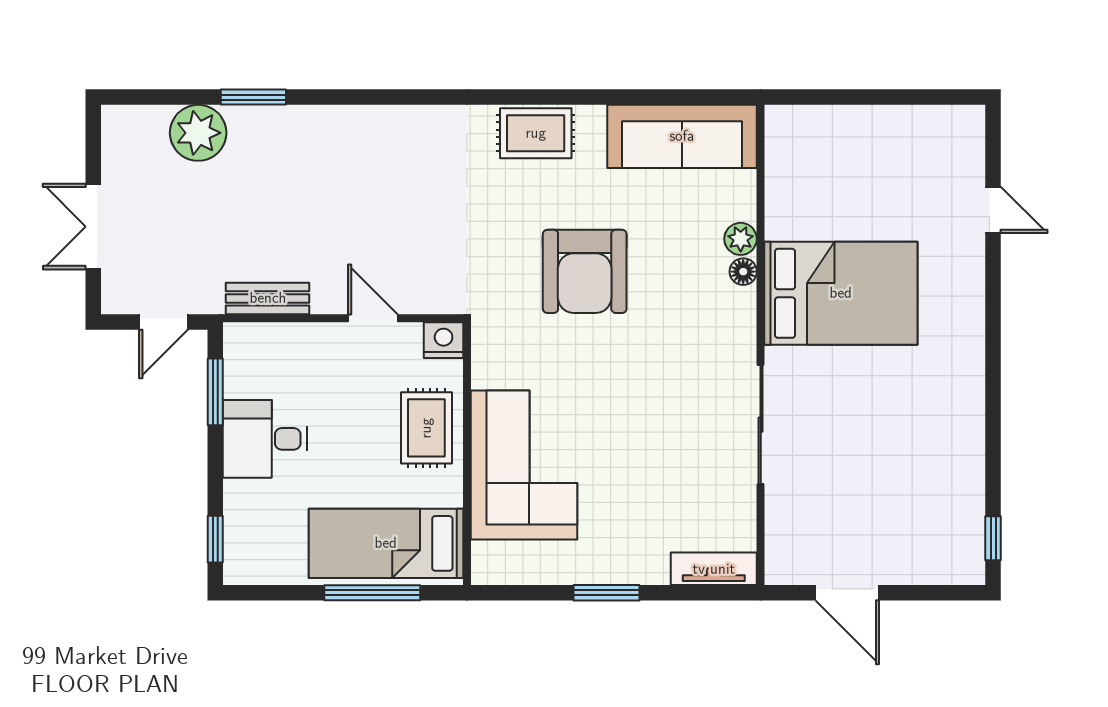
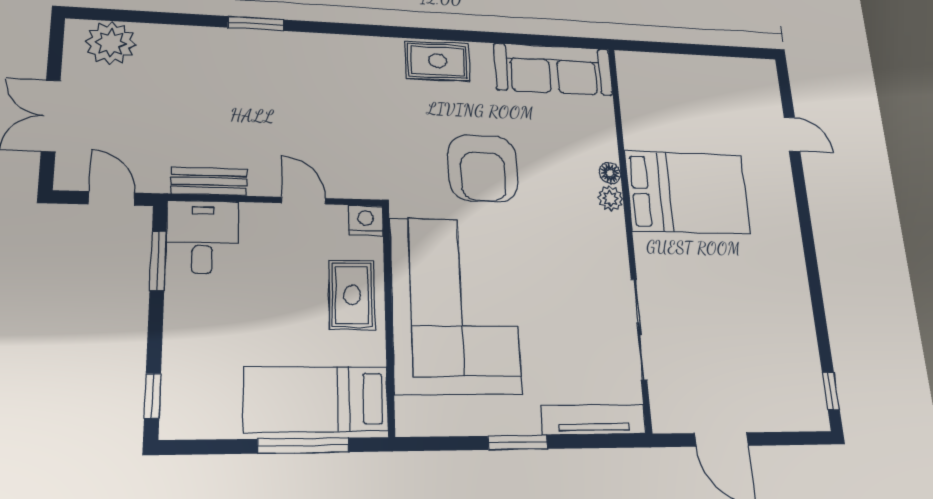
window: (253, 97) -> (256, 24), moved
plant: (198, 133) -> (111, 43), moved
plant: (741, 239) -> (610, 198), moved
door: (163, 322) -> (112, 198), swing flipped
sliding door: (761, 425) -> (639, 329), moved
desk: (265, 439) -> (203, 237), moved, turned 90
corner sofa: (524, 465) -> (455, 305), width x1.36, depth x1.36
tv unit: (714, 569) -> (594, 420), width x1.41

